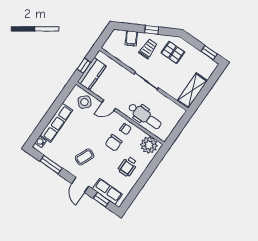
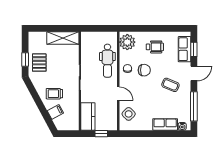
window: (152, 30) -> (38, 101), removed
pallet: (173, 52) -> (39, 63), moved
window: (209, 53) -> (25, 59), moved
kitchen counter: (92, 74) -> (88, 116), moved, turned 90
dental chair: (145, 116) -> (107, 61), turned 180
row of seats: (56, 123) -> (165, 124), width x0.68
window: (51, 165) -> (194, 106), width x1.44

